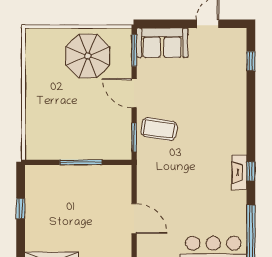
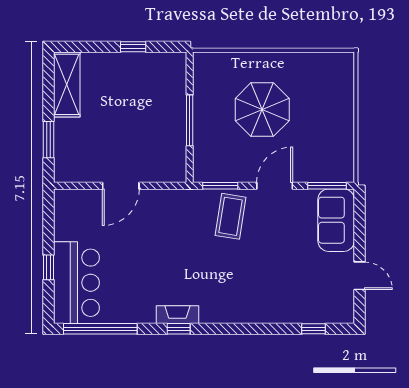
parasol: (88, 56) -> (262, 110), moved

